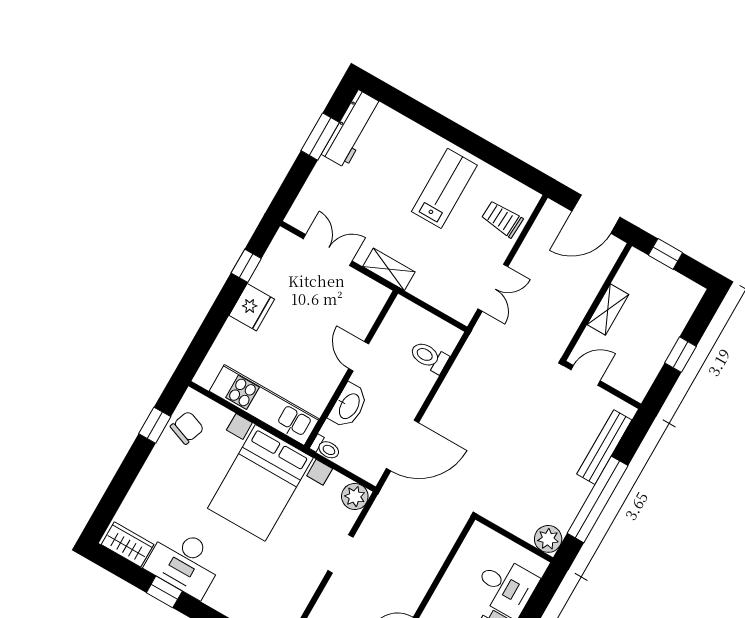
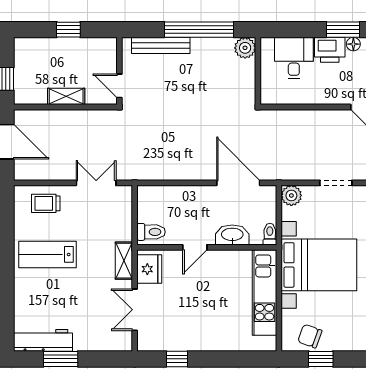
trolley: (502, 219) -> (46, 203), turned 87
fridge: (252, 307) -> (149, 269), moved, turned 90
toilet: (429, 357) -> (151, 232), moved, turned -90

